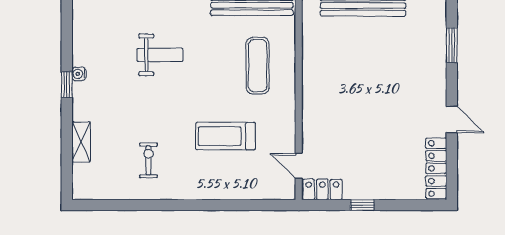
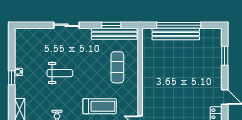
weight bench: (160, 55) -> (60, 73), moved
treadmill: (225, 136) -> (100, 106), turned 180

